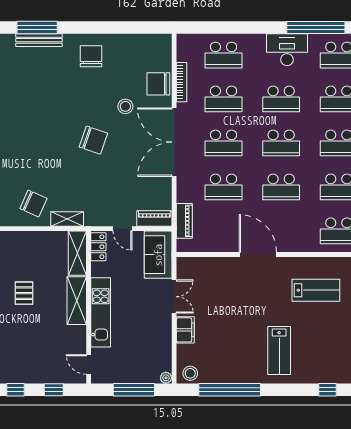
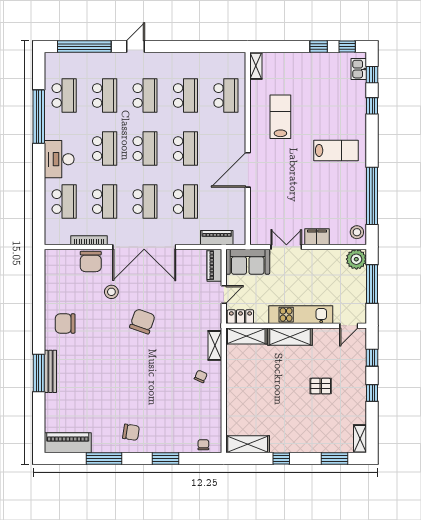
desk: (287, 50) -> (59, 159), moved
chair: (33, 203) -> (201, 376), width x0.54, depth x0.54
pallet: (24, 293) -> (321, 386), moved
plant: (166, 378) -> (356, 259), width x1.87, depth x1.87

